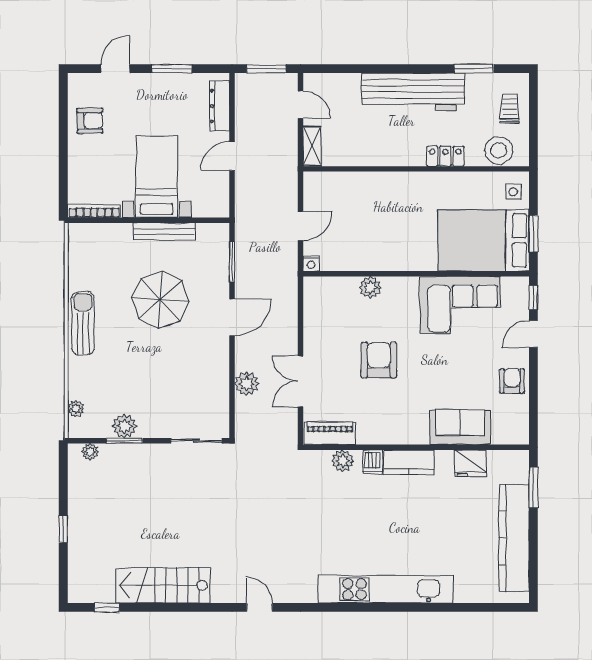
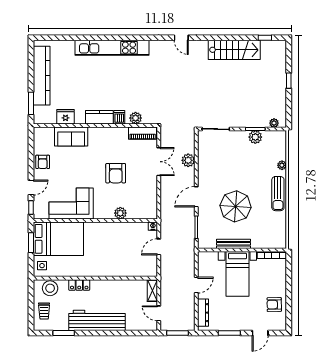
plant: (76, 409) -> (282, 165), moved

